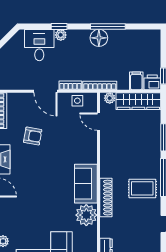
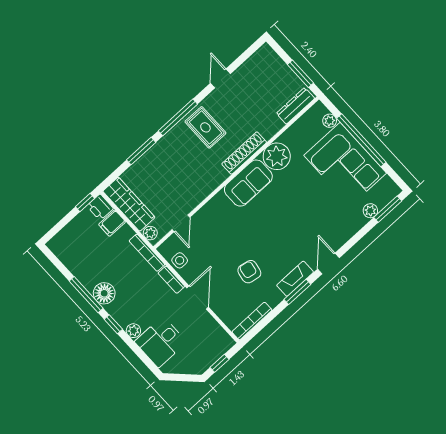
window: (59, 26) -> (113, 324), moved

